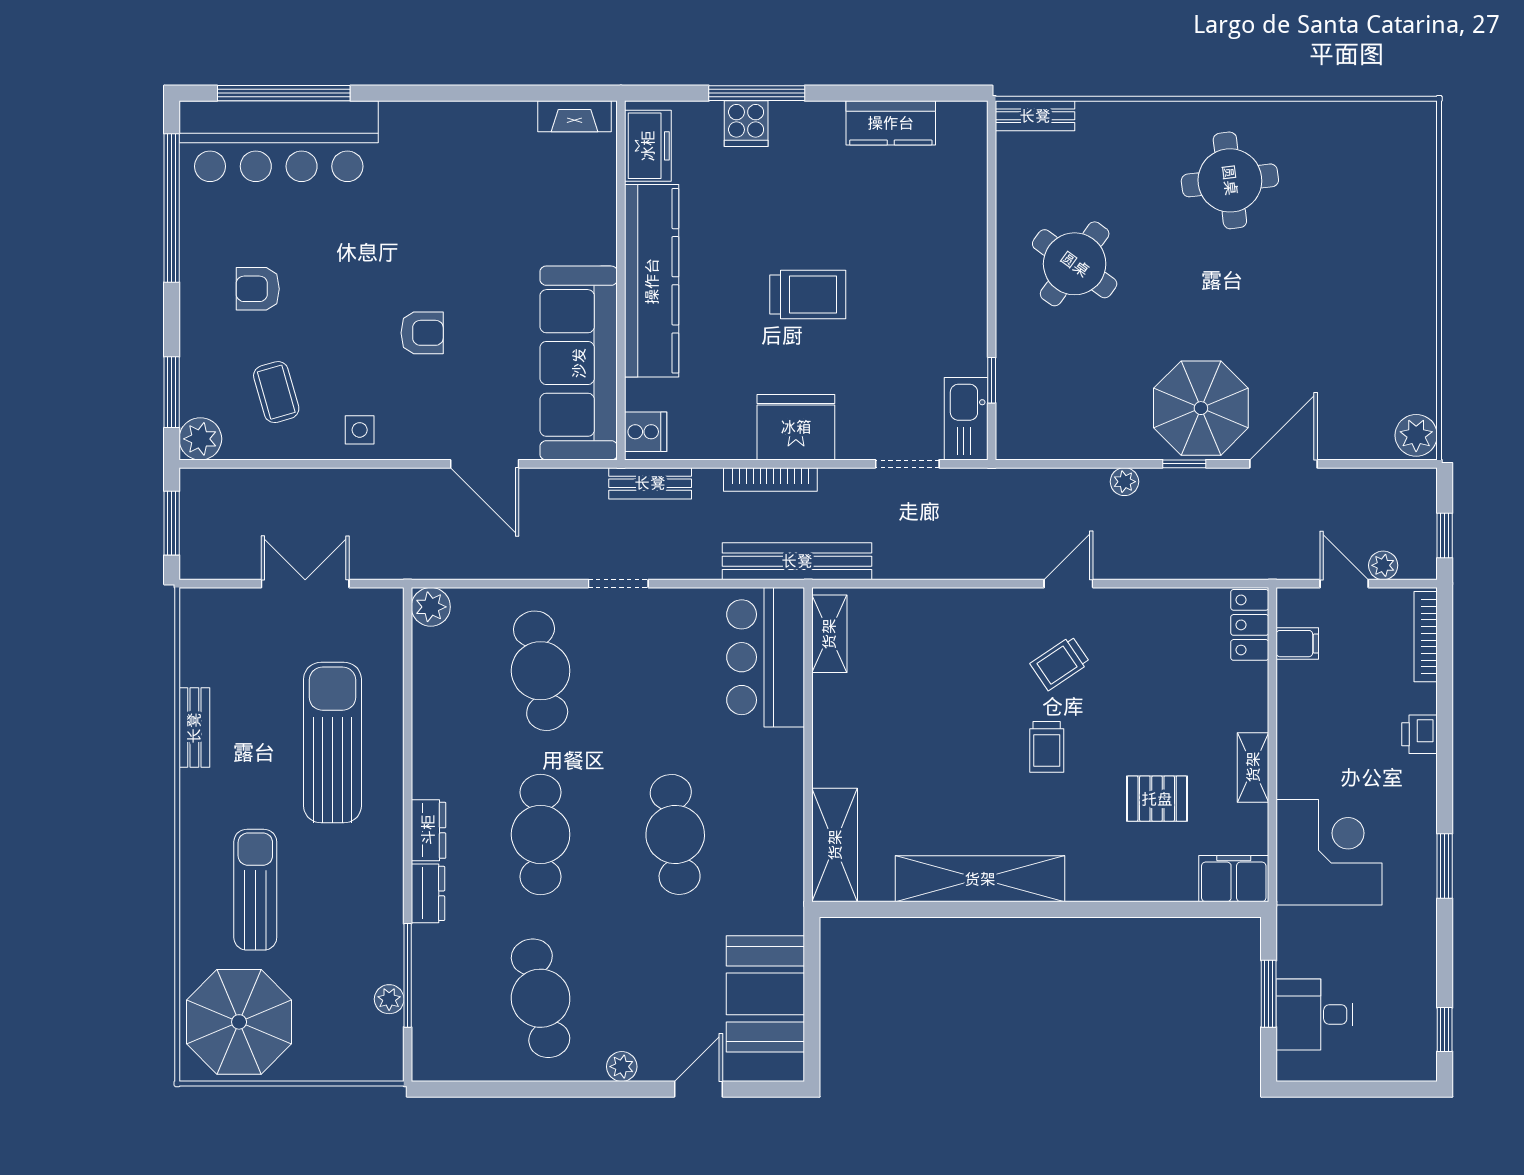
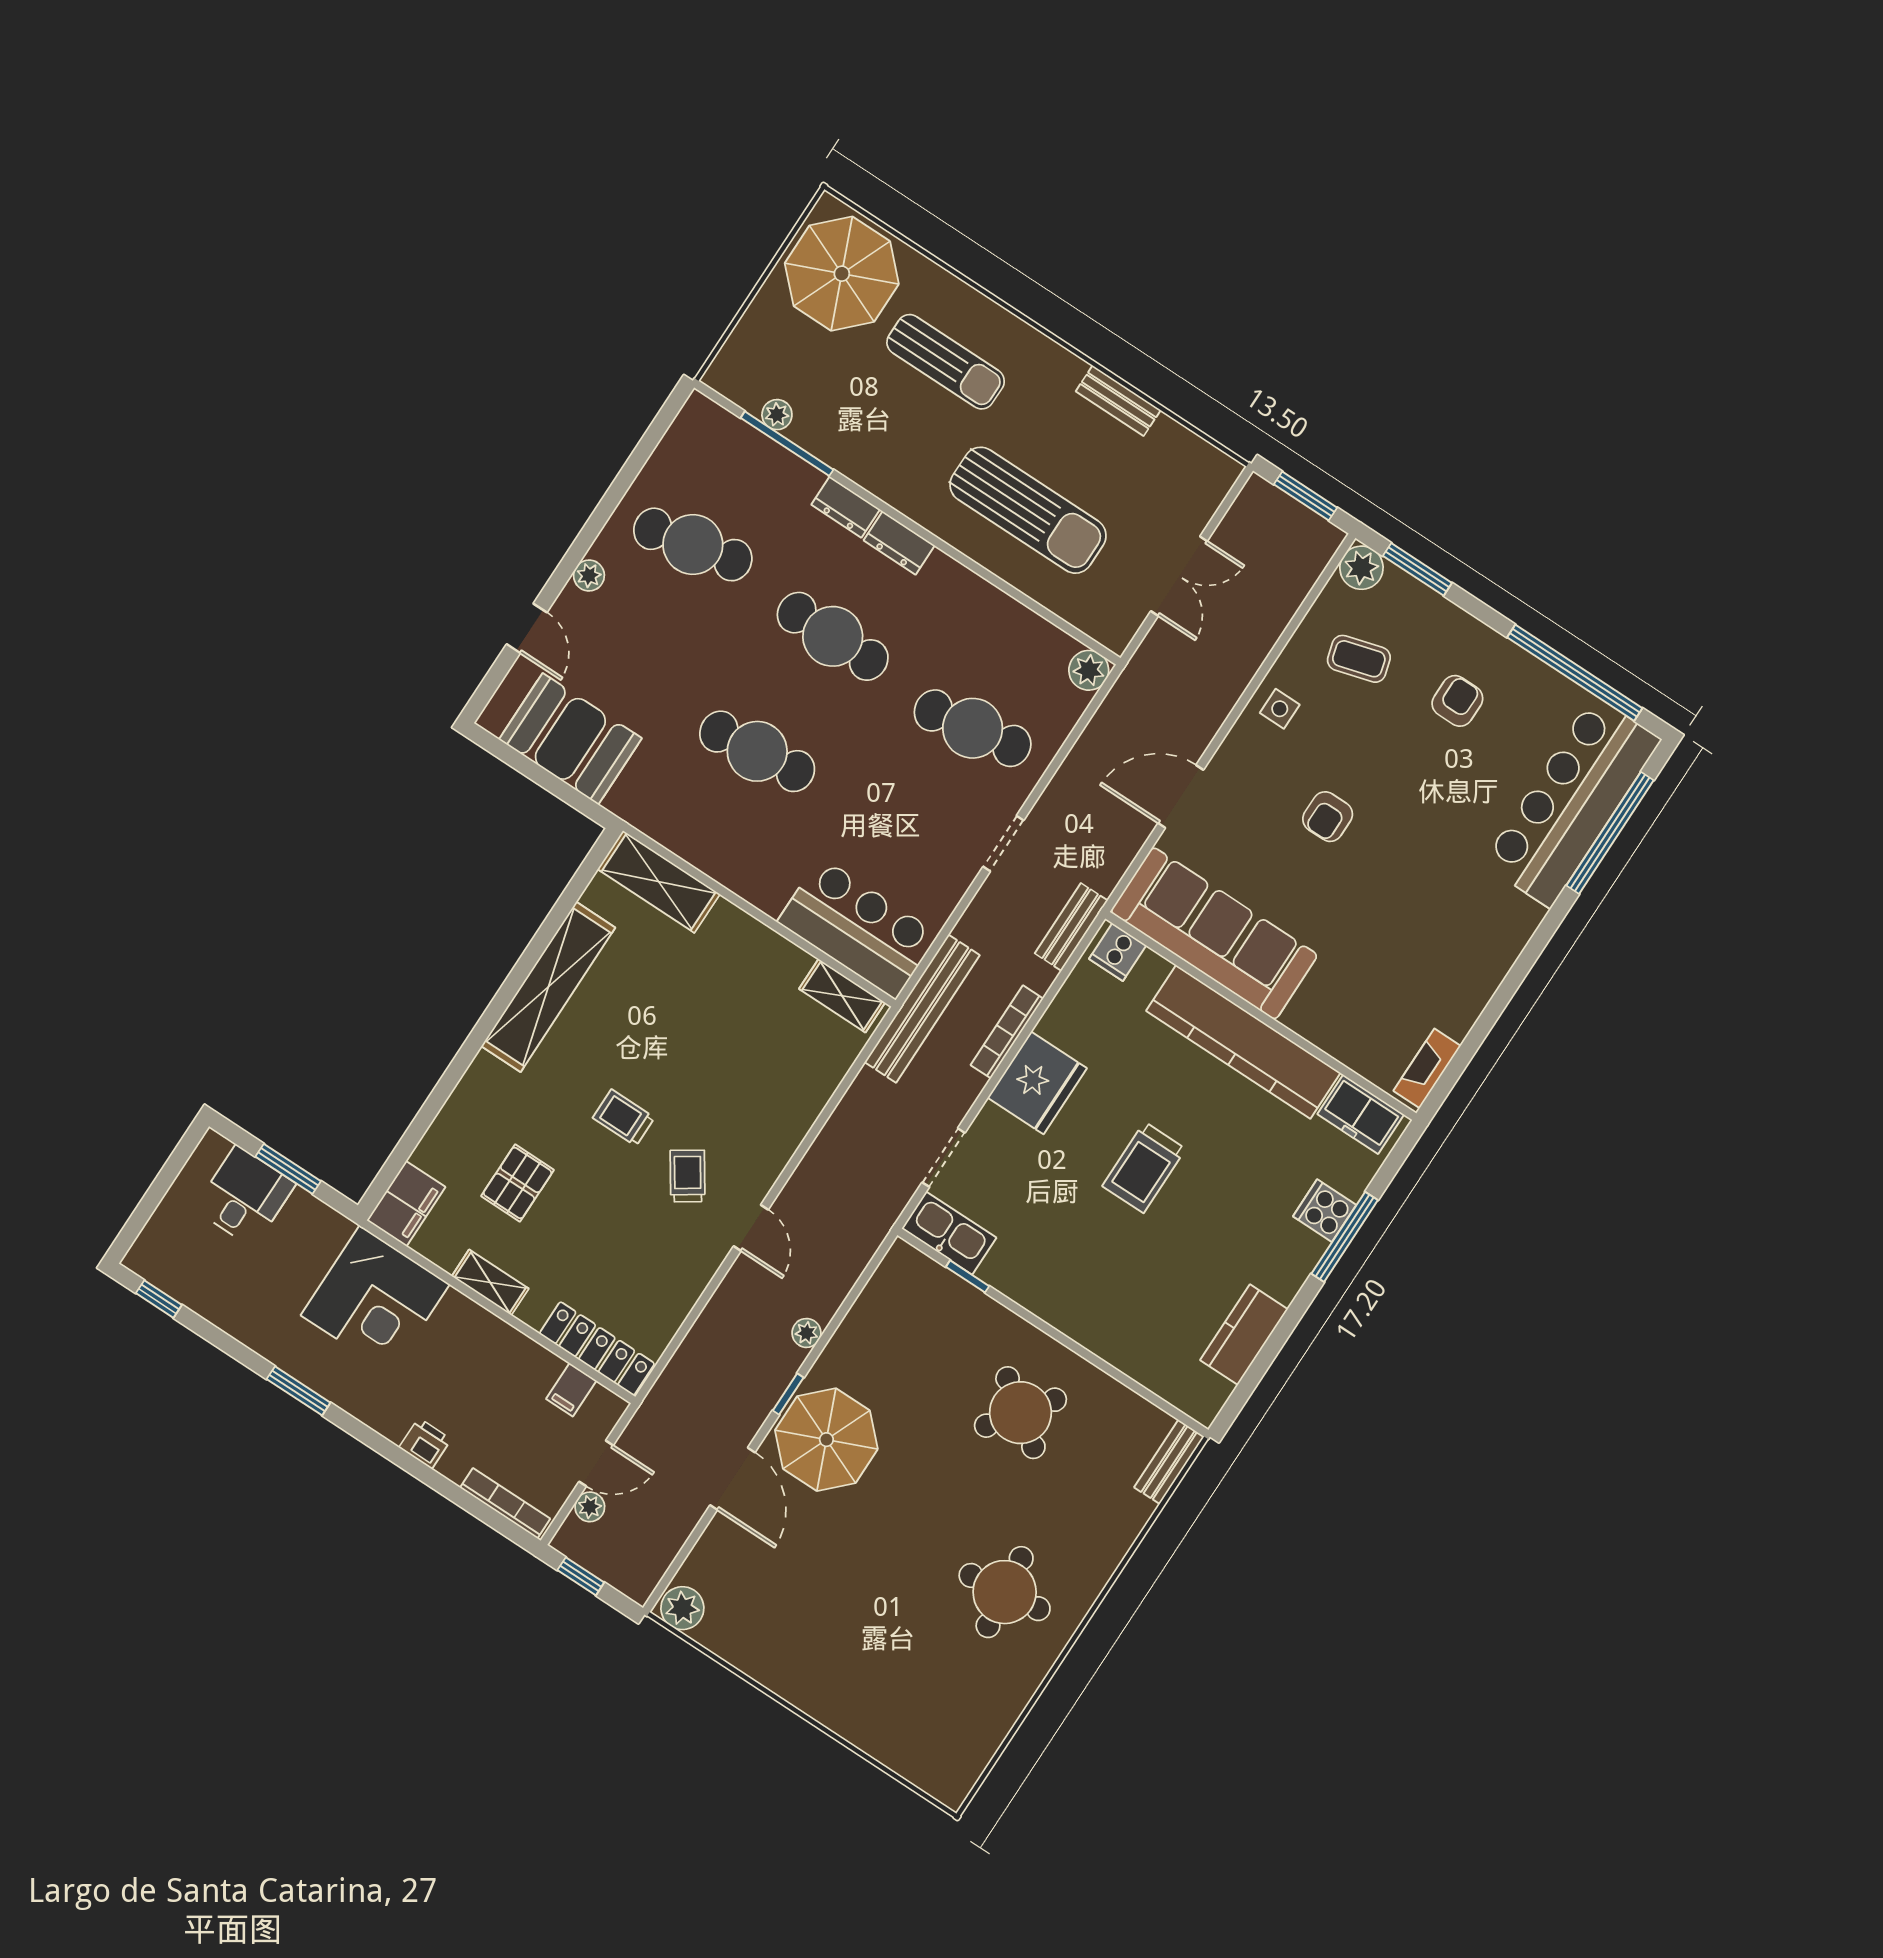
locker: (1250, 625) -> (597, 1349), width x1.53

